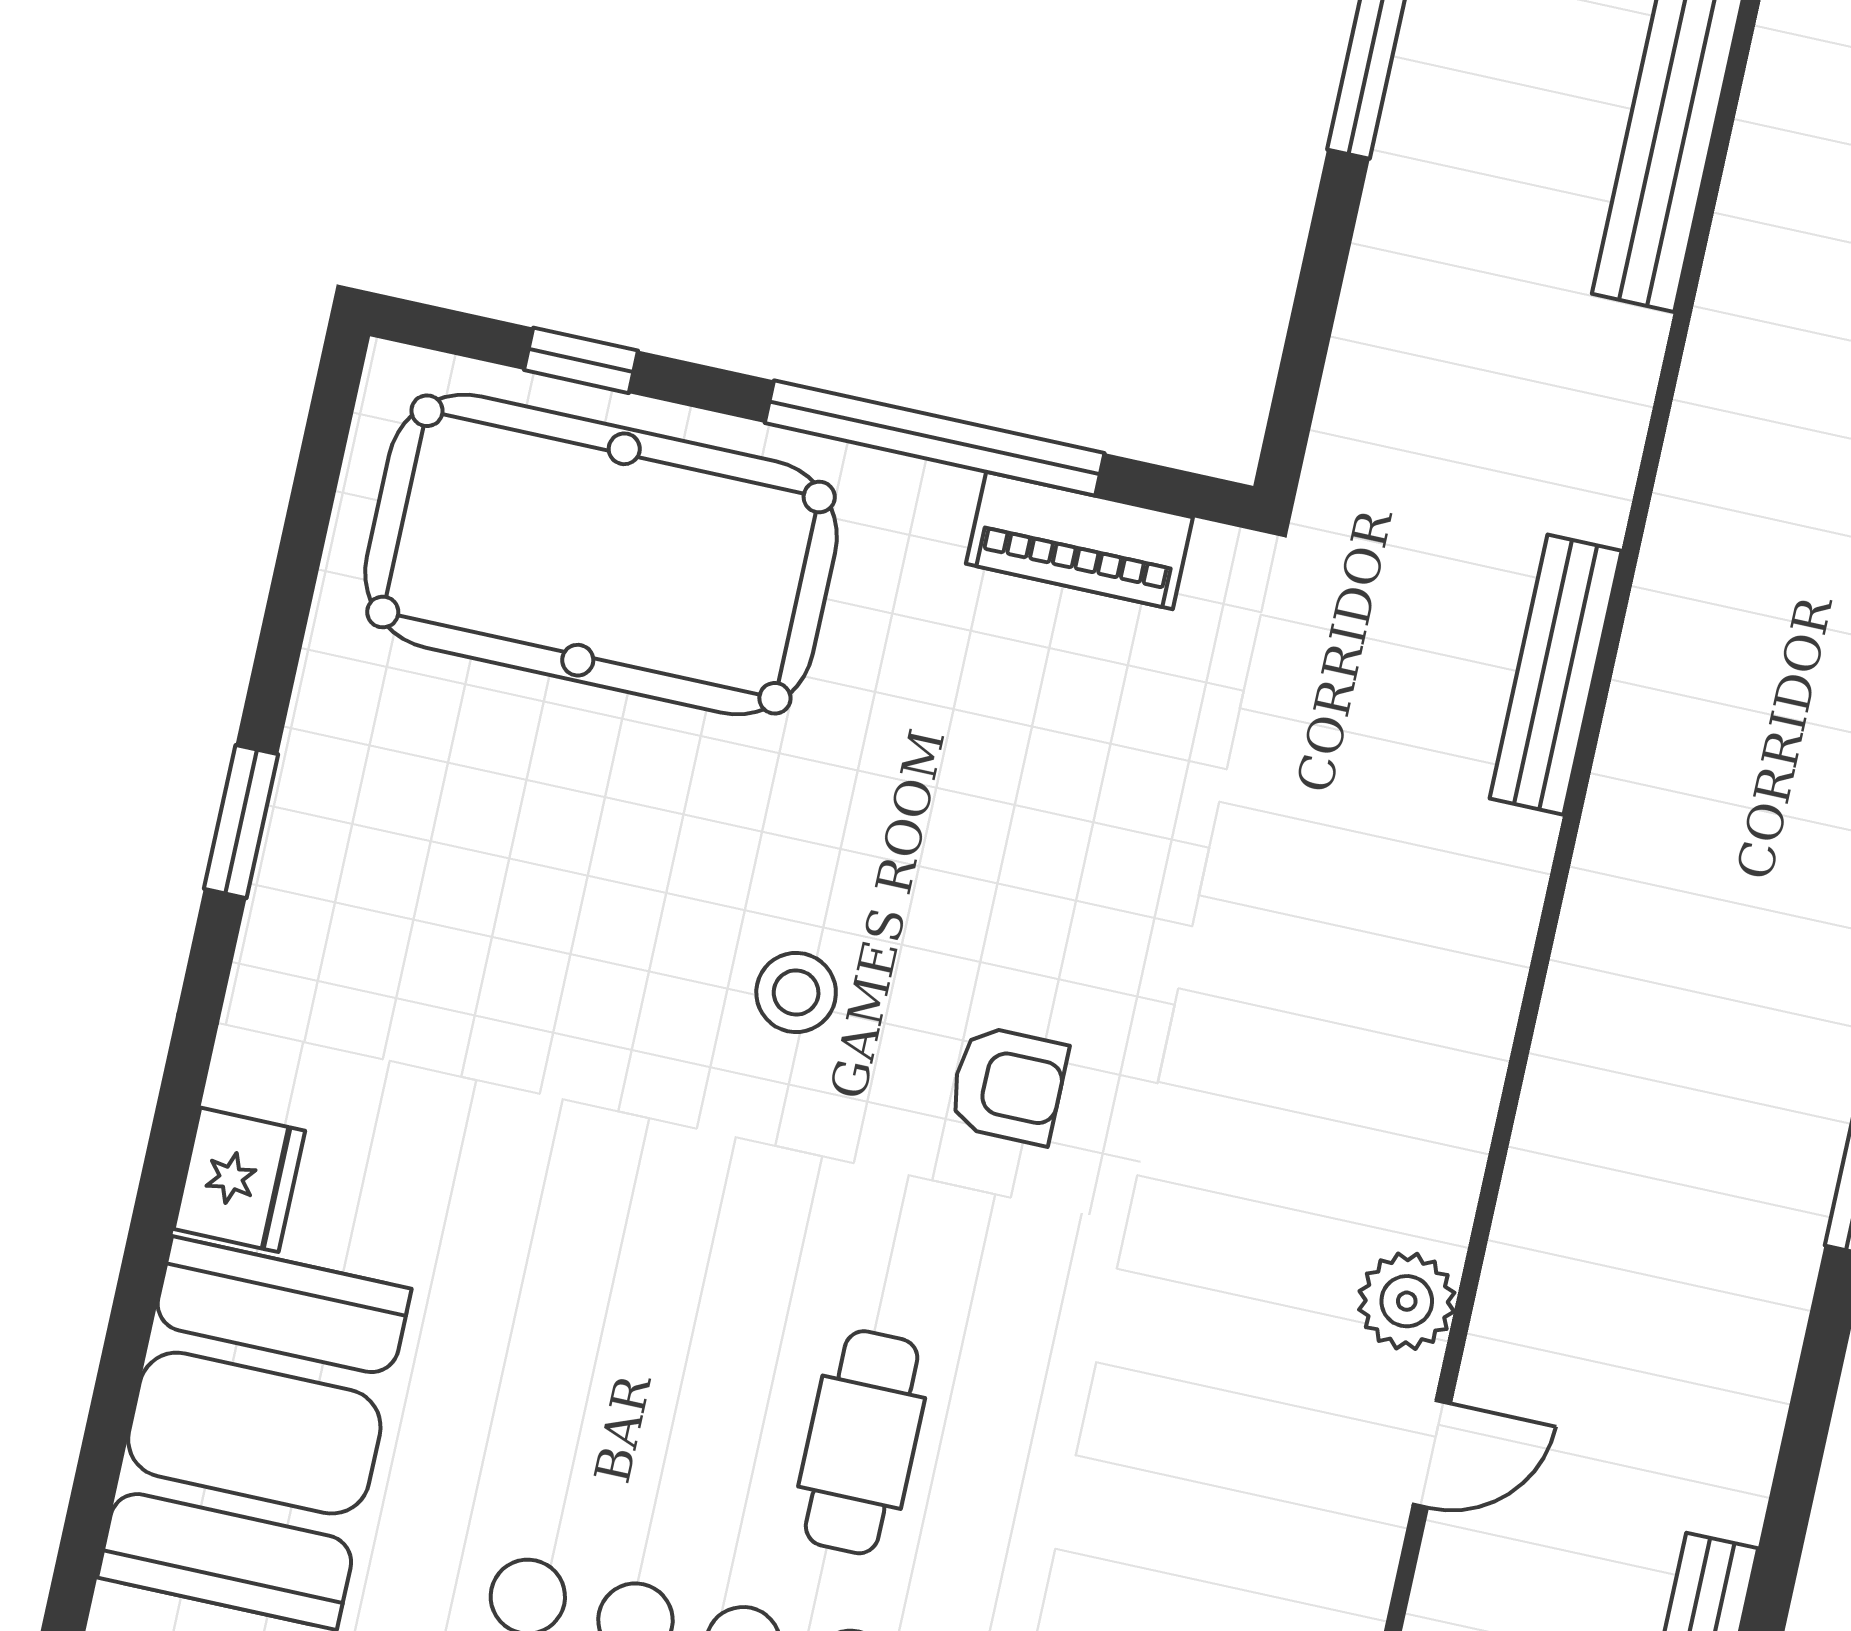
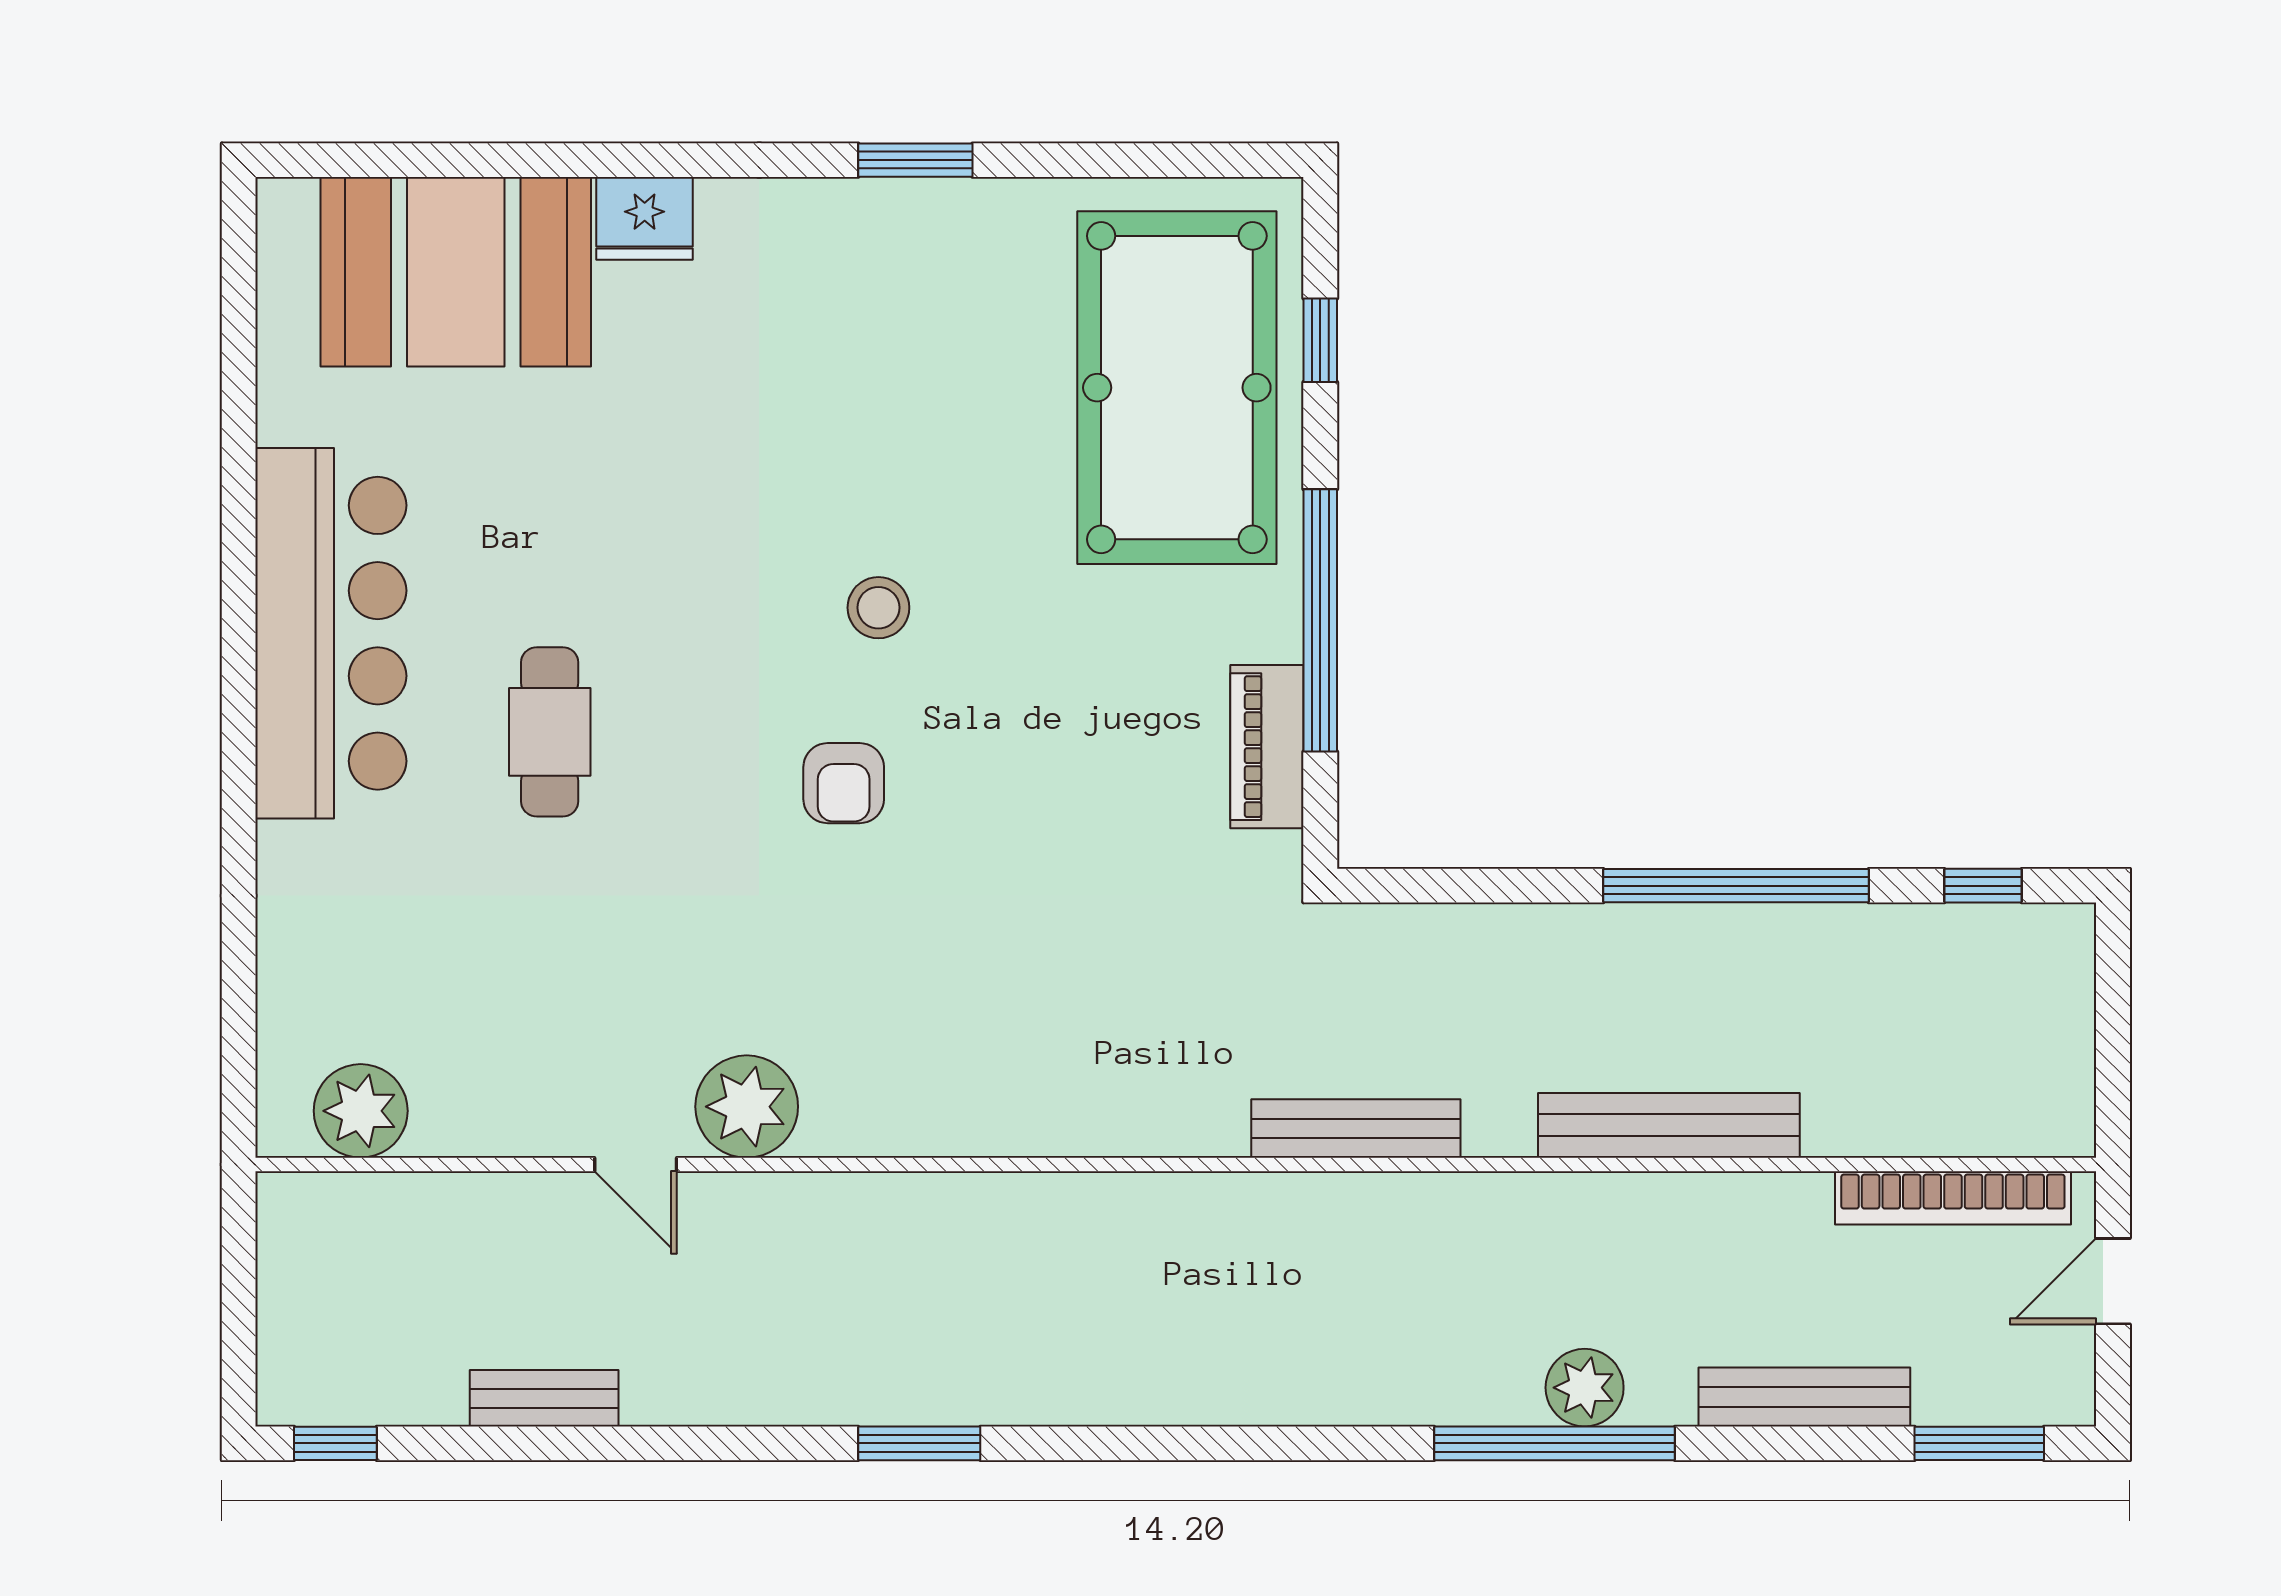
bench: (1556, 675) -> (1356, 1129), moved
plant: (1407, 1301) -> (747, 1107), width x1.36, depth x1.36
cafe table: (862, 1442) -> (550, 732), turned 90

